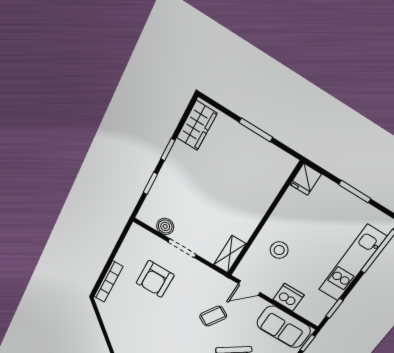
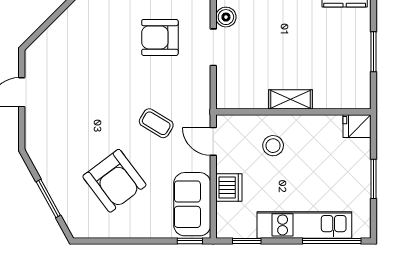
shelving: (230, 254) -> (291, 99), moved

